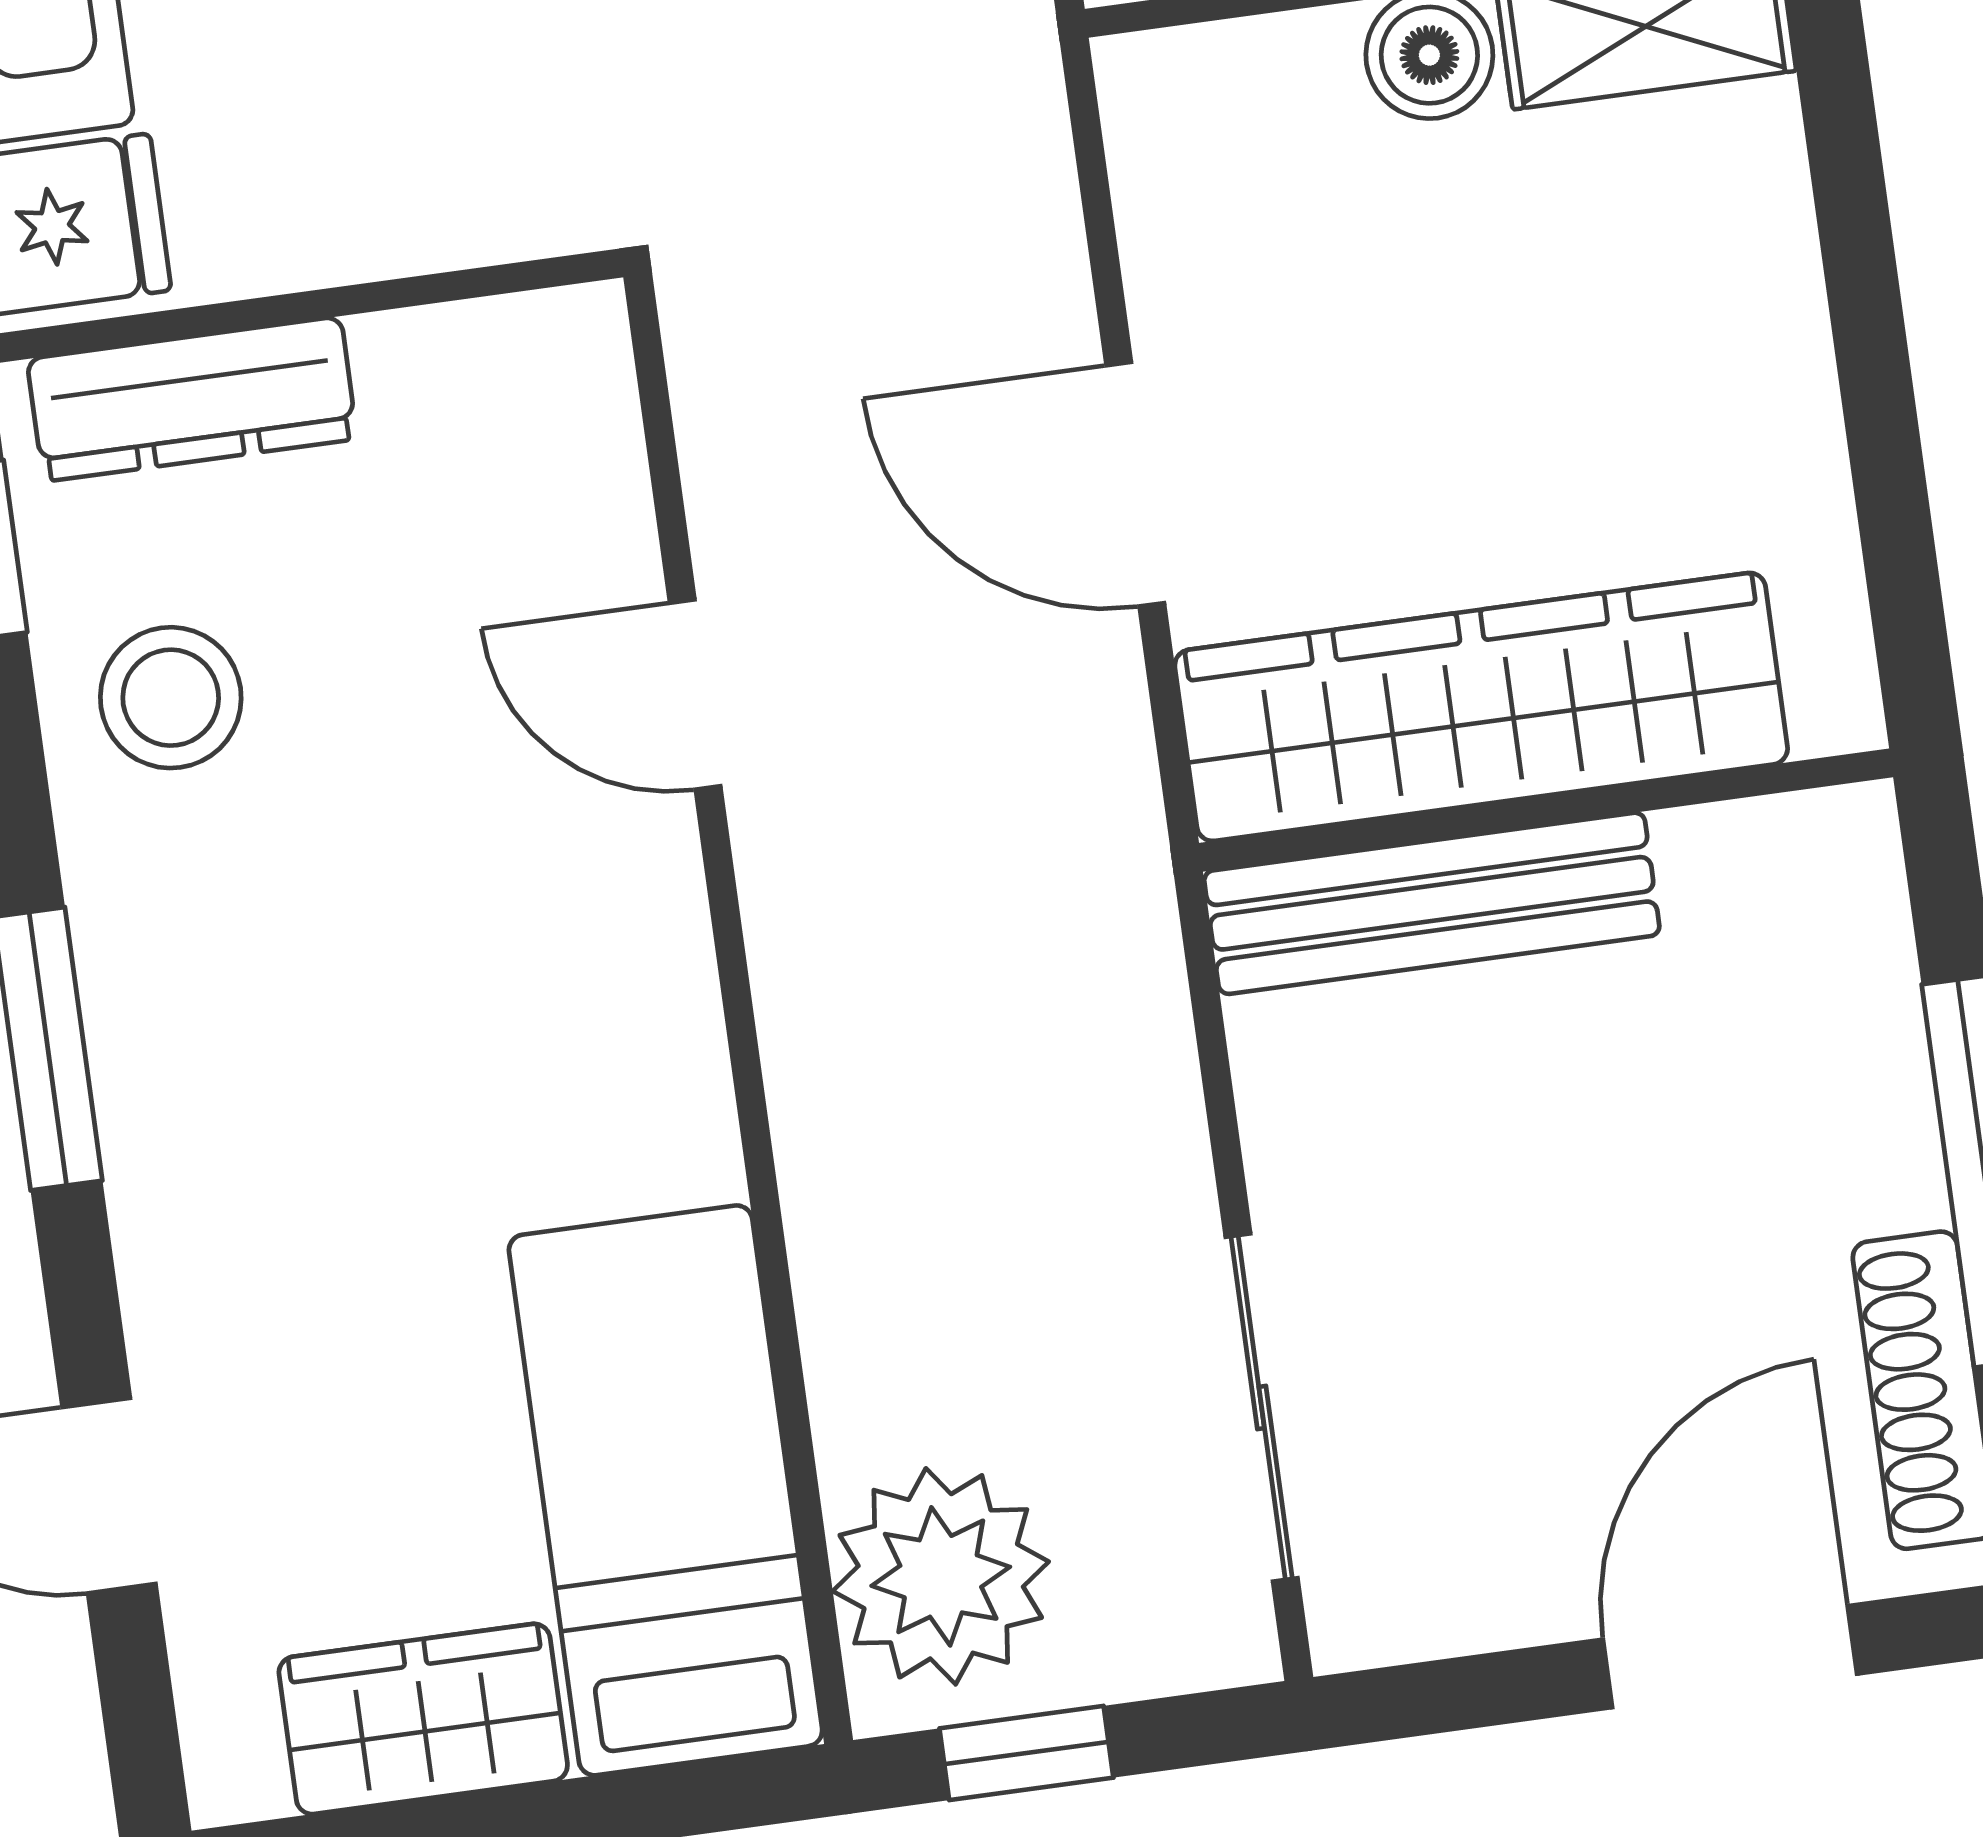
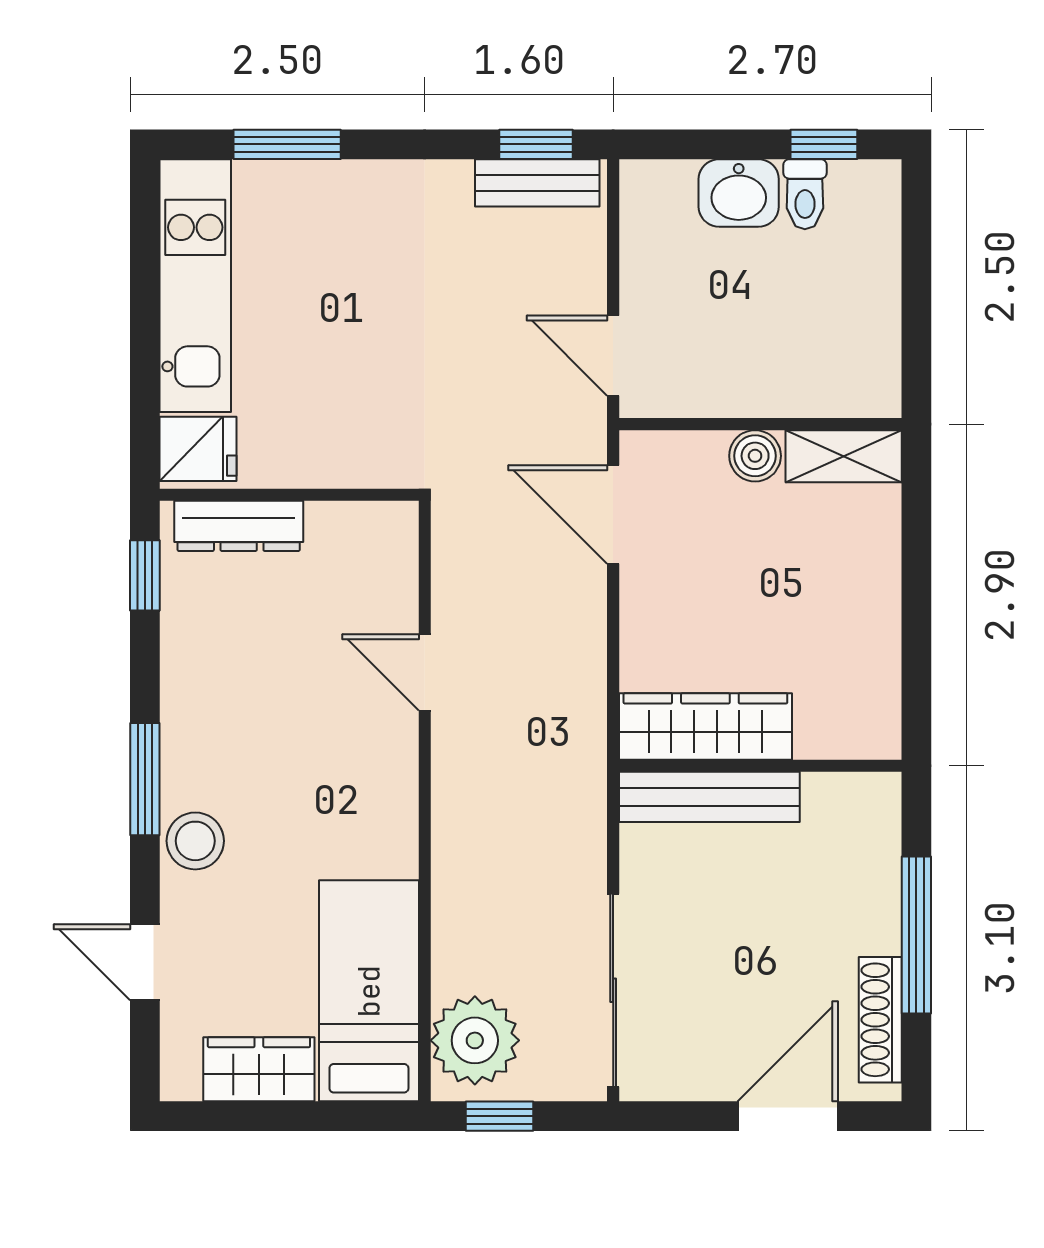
door: (1135, 484) -> (613, 514), moved
stool: (171, 698) -> (195, 841), moved
wardrobe: (1481, 707) -> (705, 726), width x0.71, depth x0.85
sliding door: (1262, 1408) -> (613, 990), width x1.37

